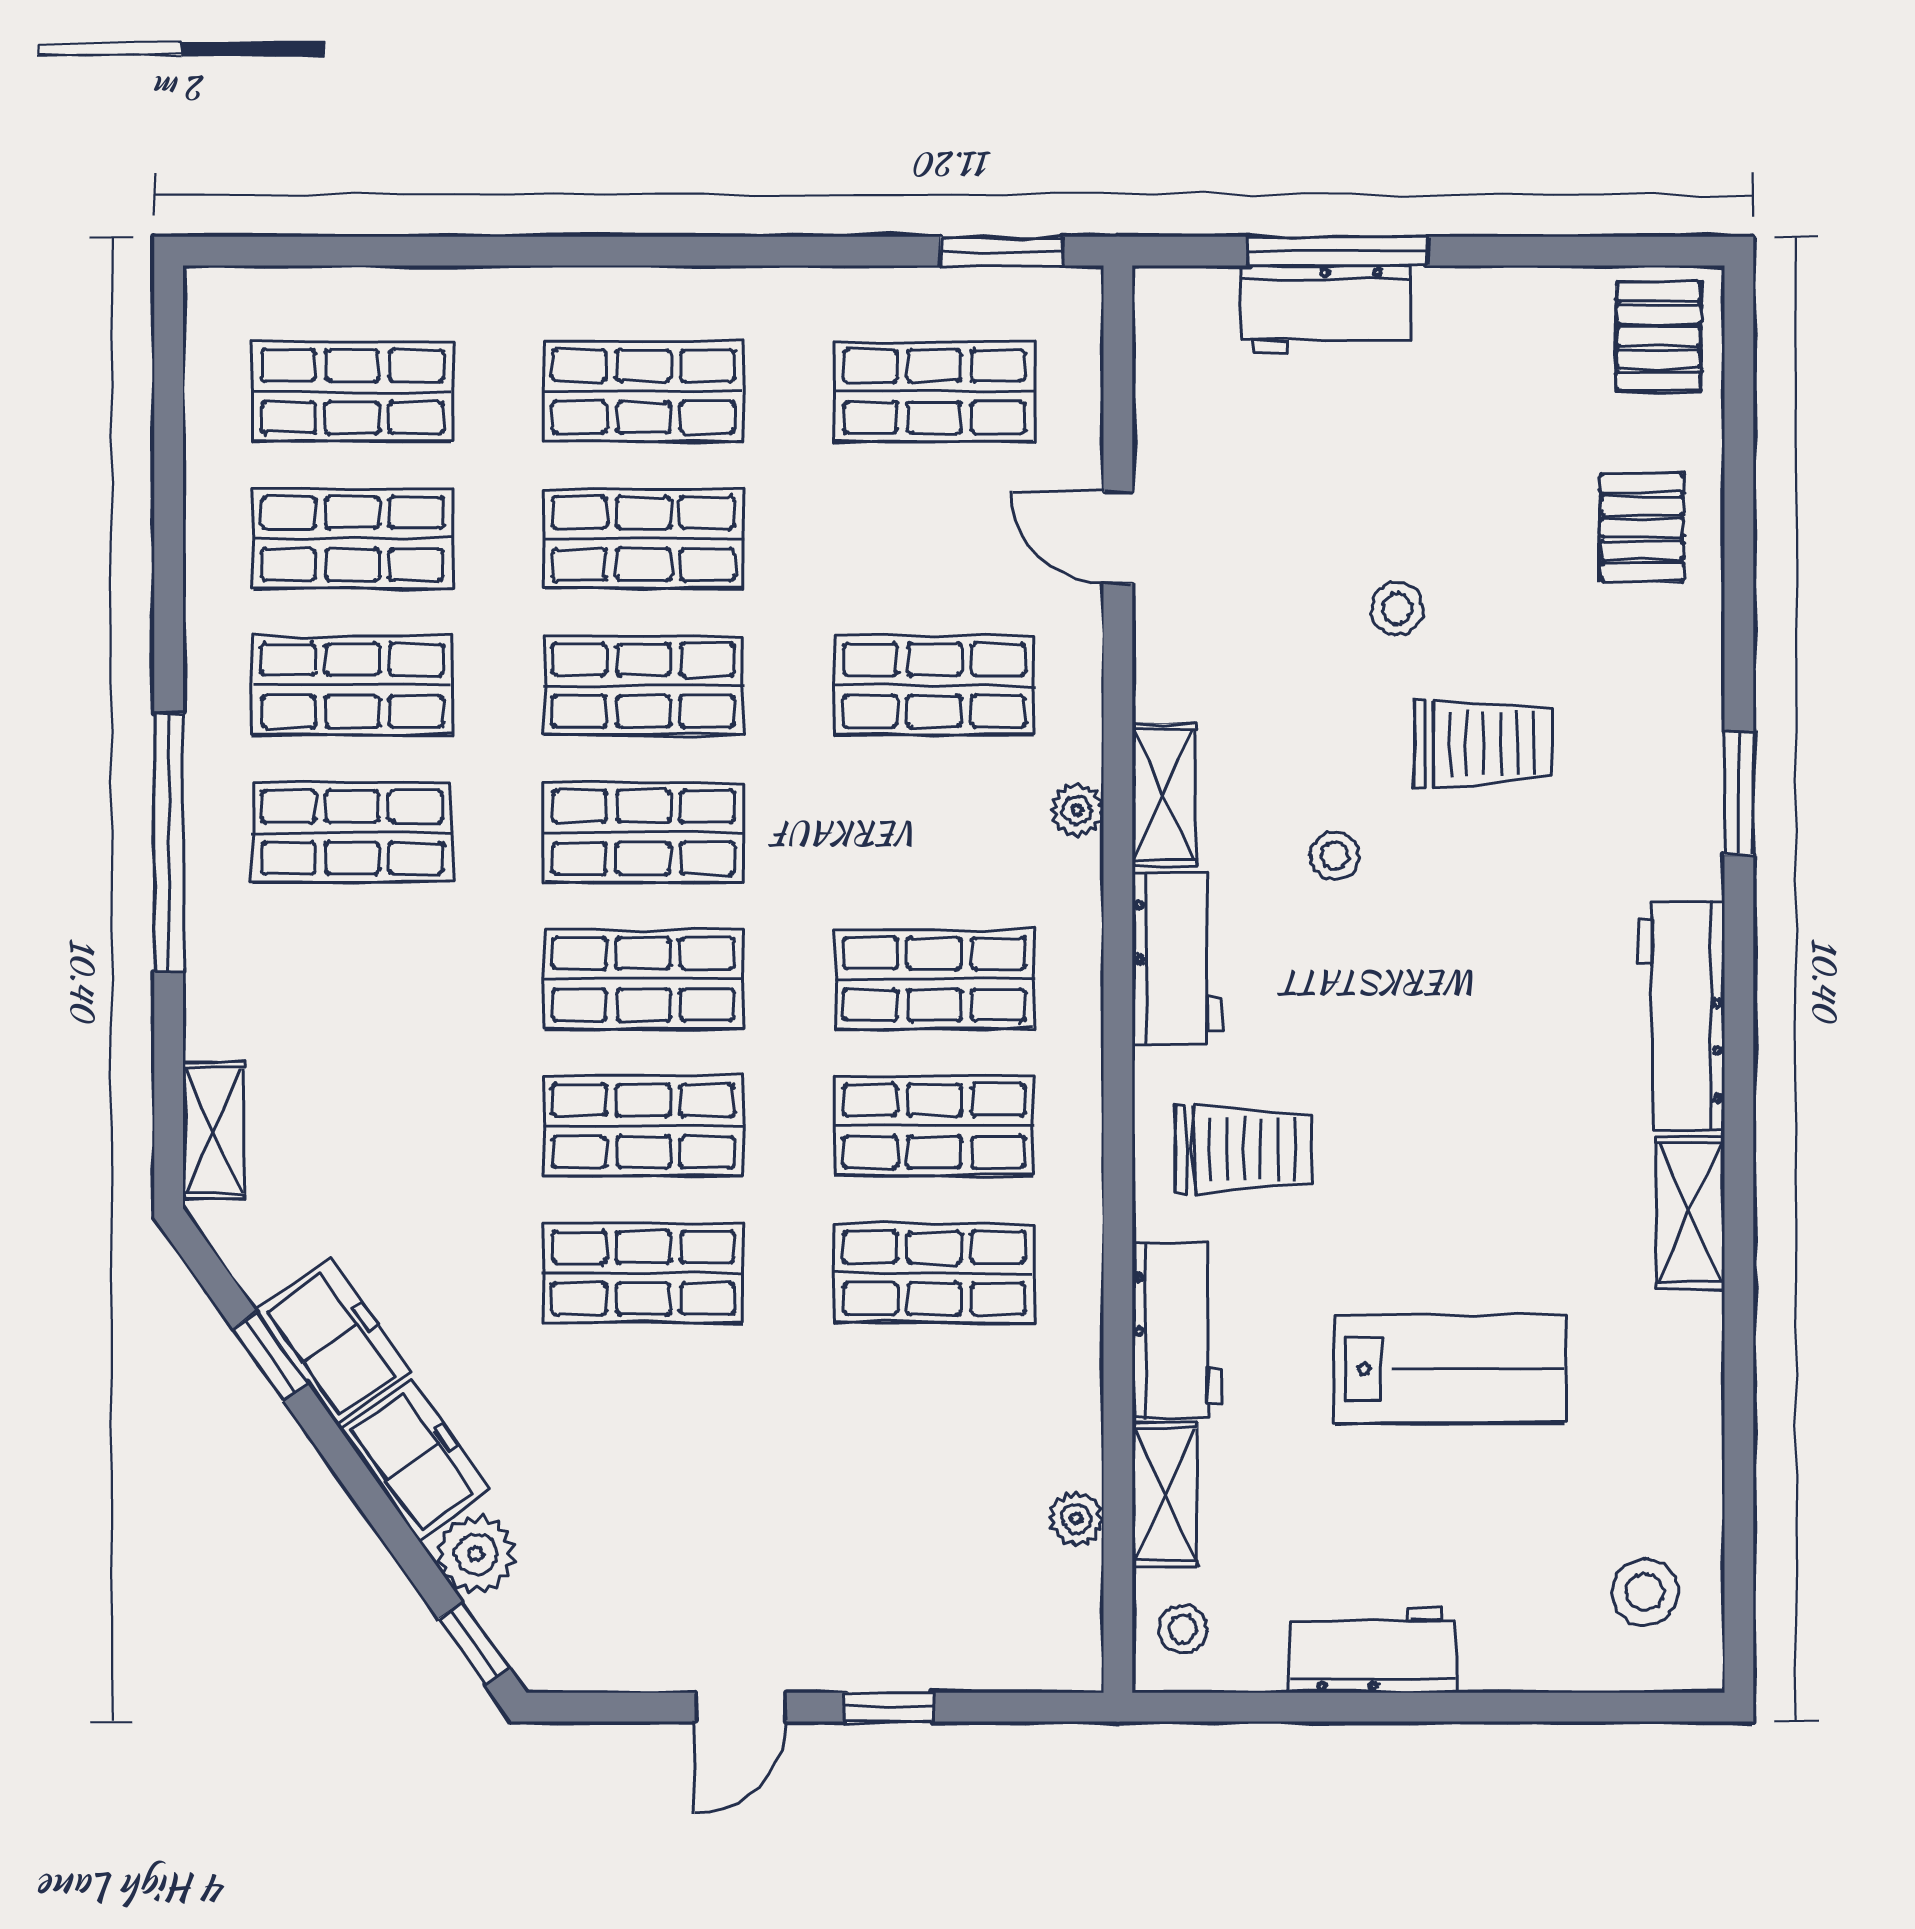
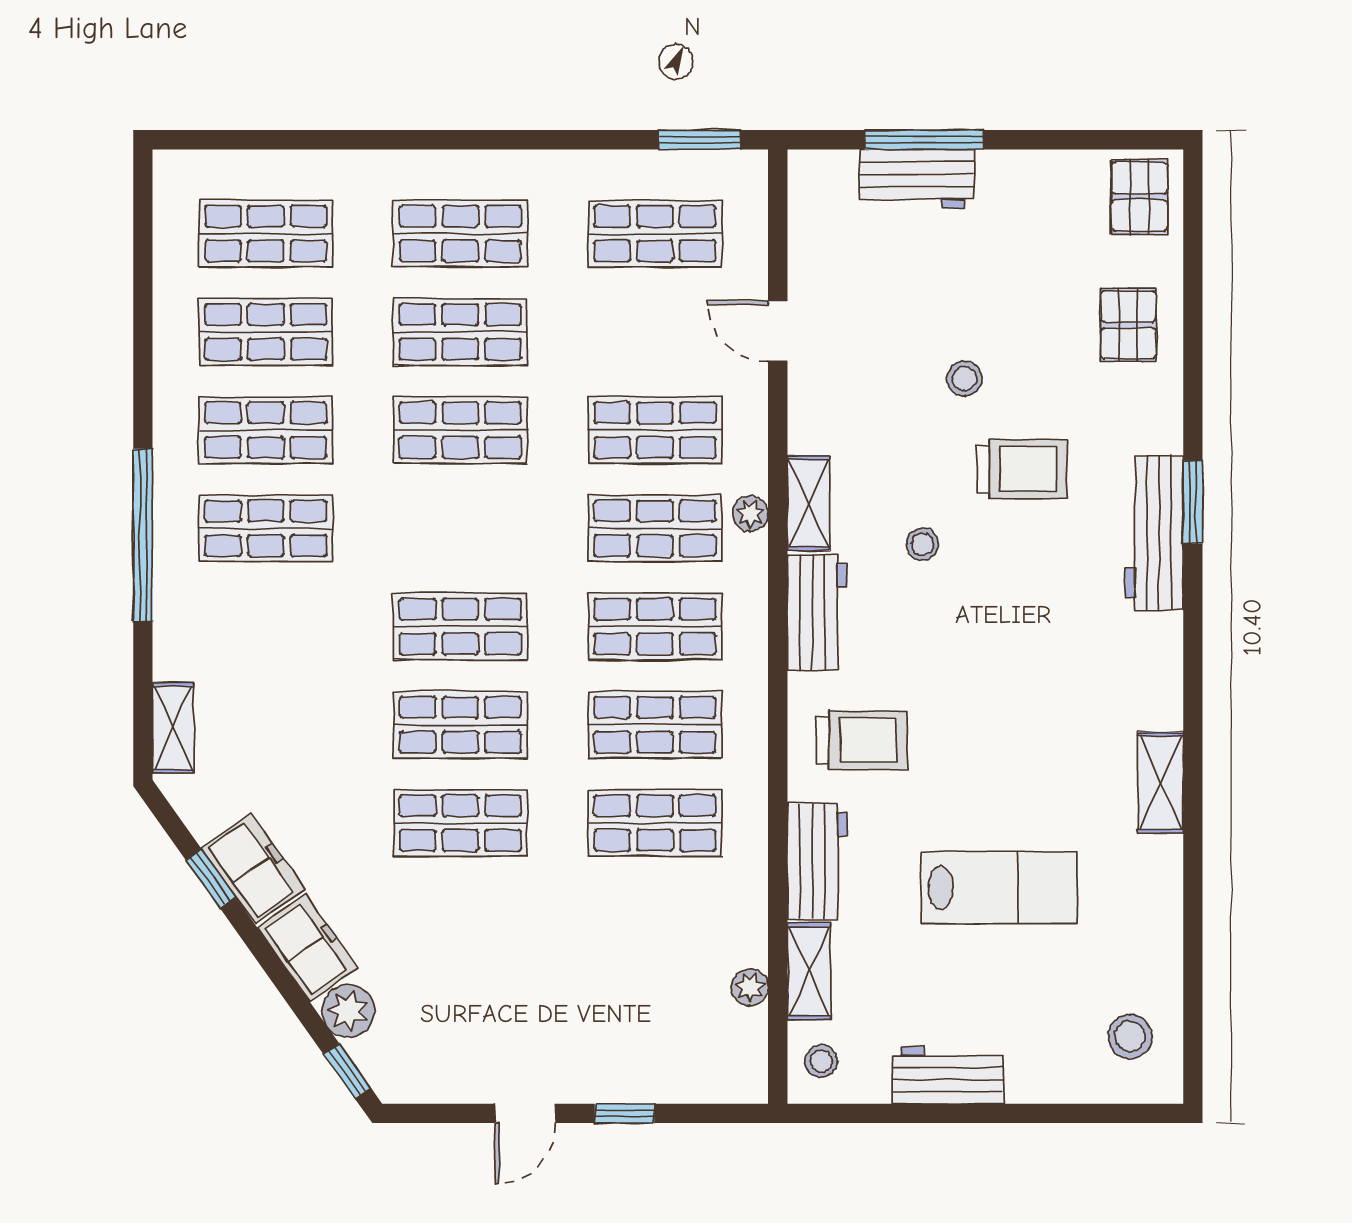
shop shelf: (643, 832) -> (655, 528), moved
workbench: (1681, 1016) -> (1154, 533), moved

